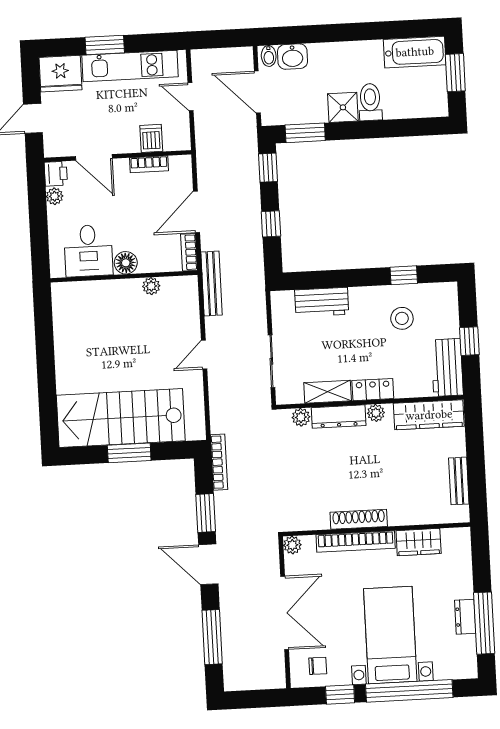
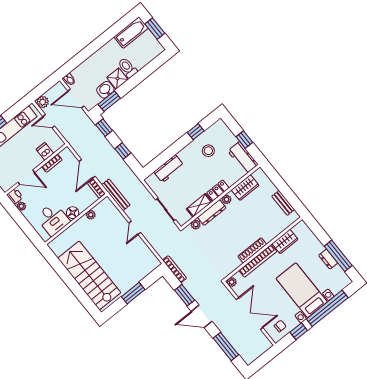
washbasin: (292, 57) -> (105, 90), moved, turned 180
plant: (202, 60) -> (43, 102), added
wardrobe: (429, 415) -> (245, 188), width x0.67
stairs: (121, 418) -> (89, 275), moved, turned 90

